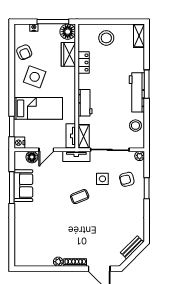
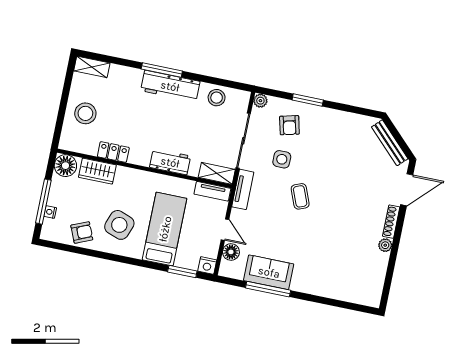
window: (53, 22) -> (43, 202), moved
bench: (132, 247) -> (390, 143), width x1.36

